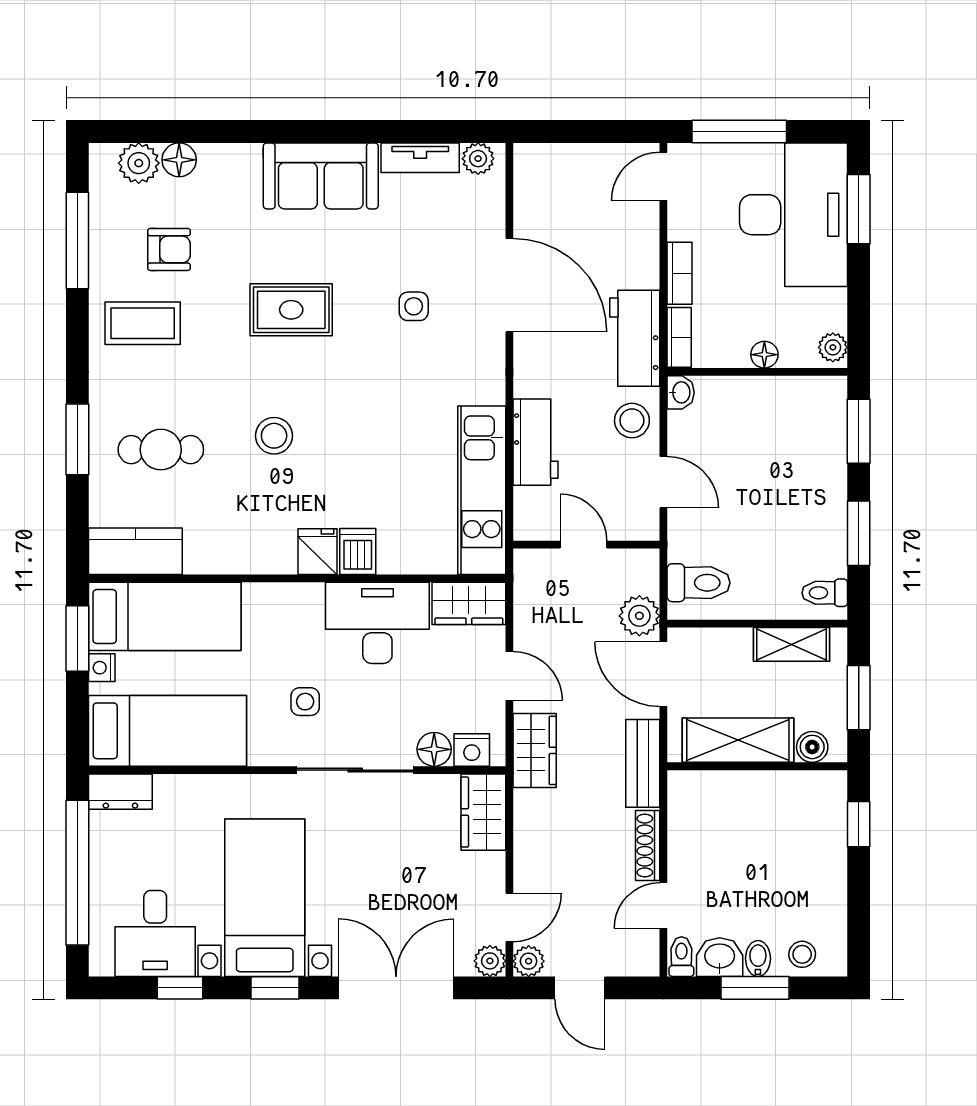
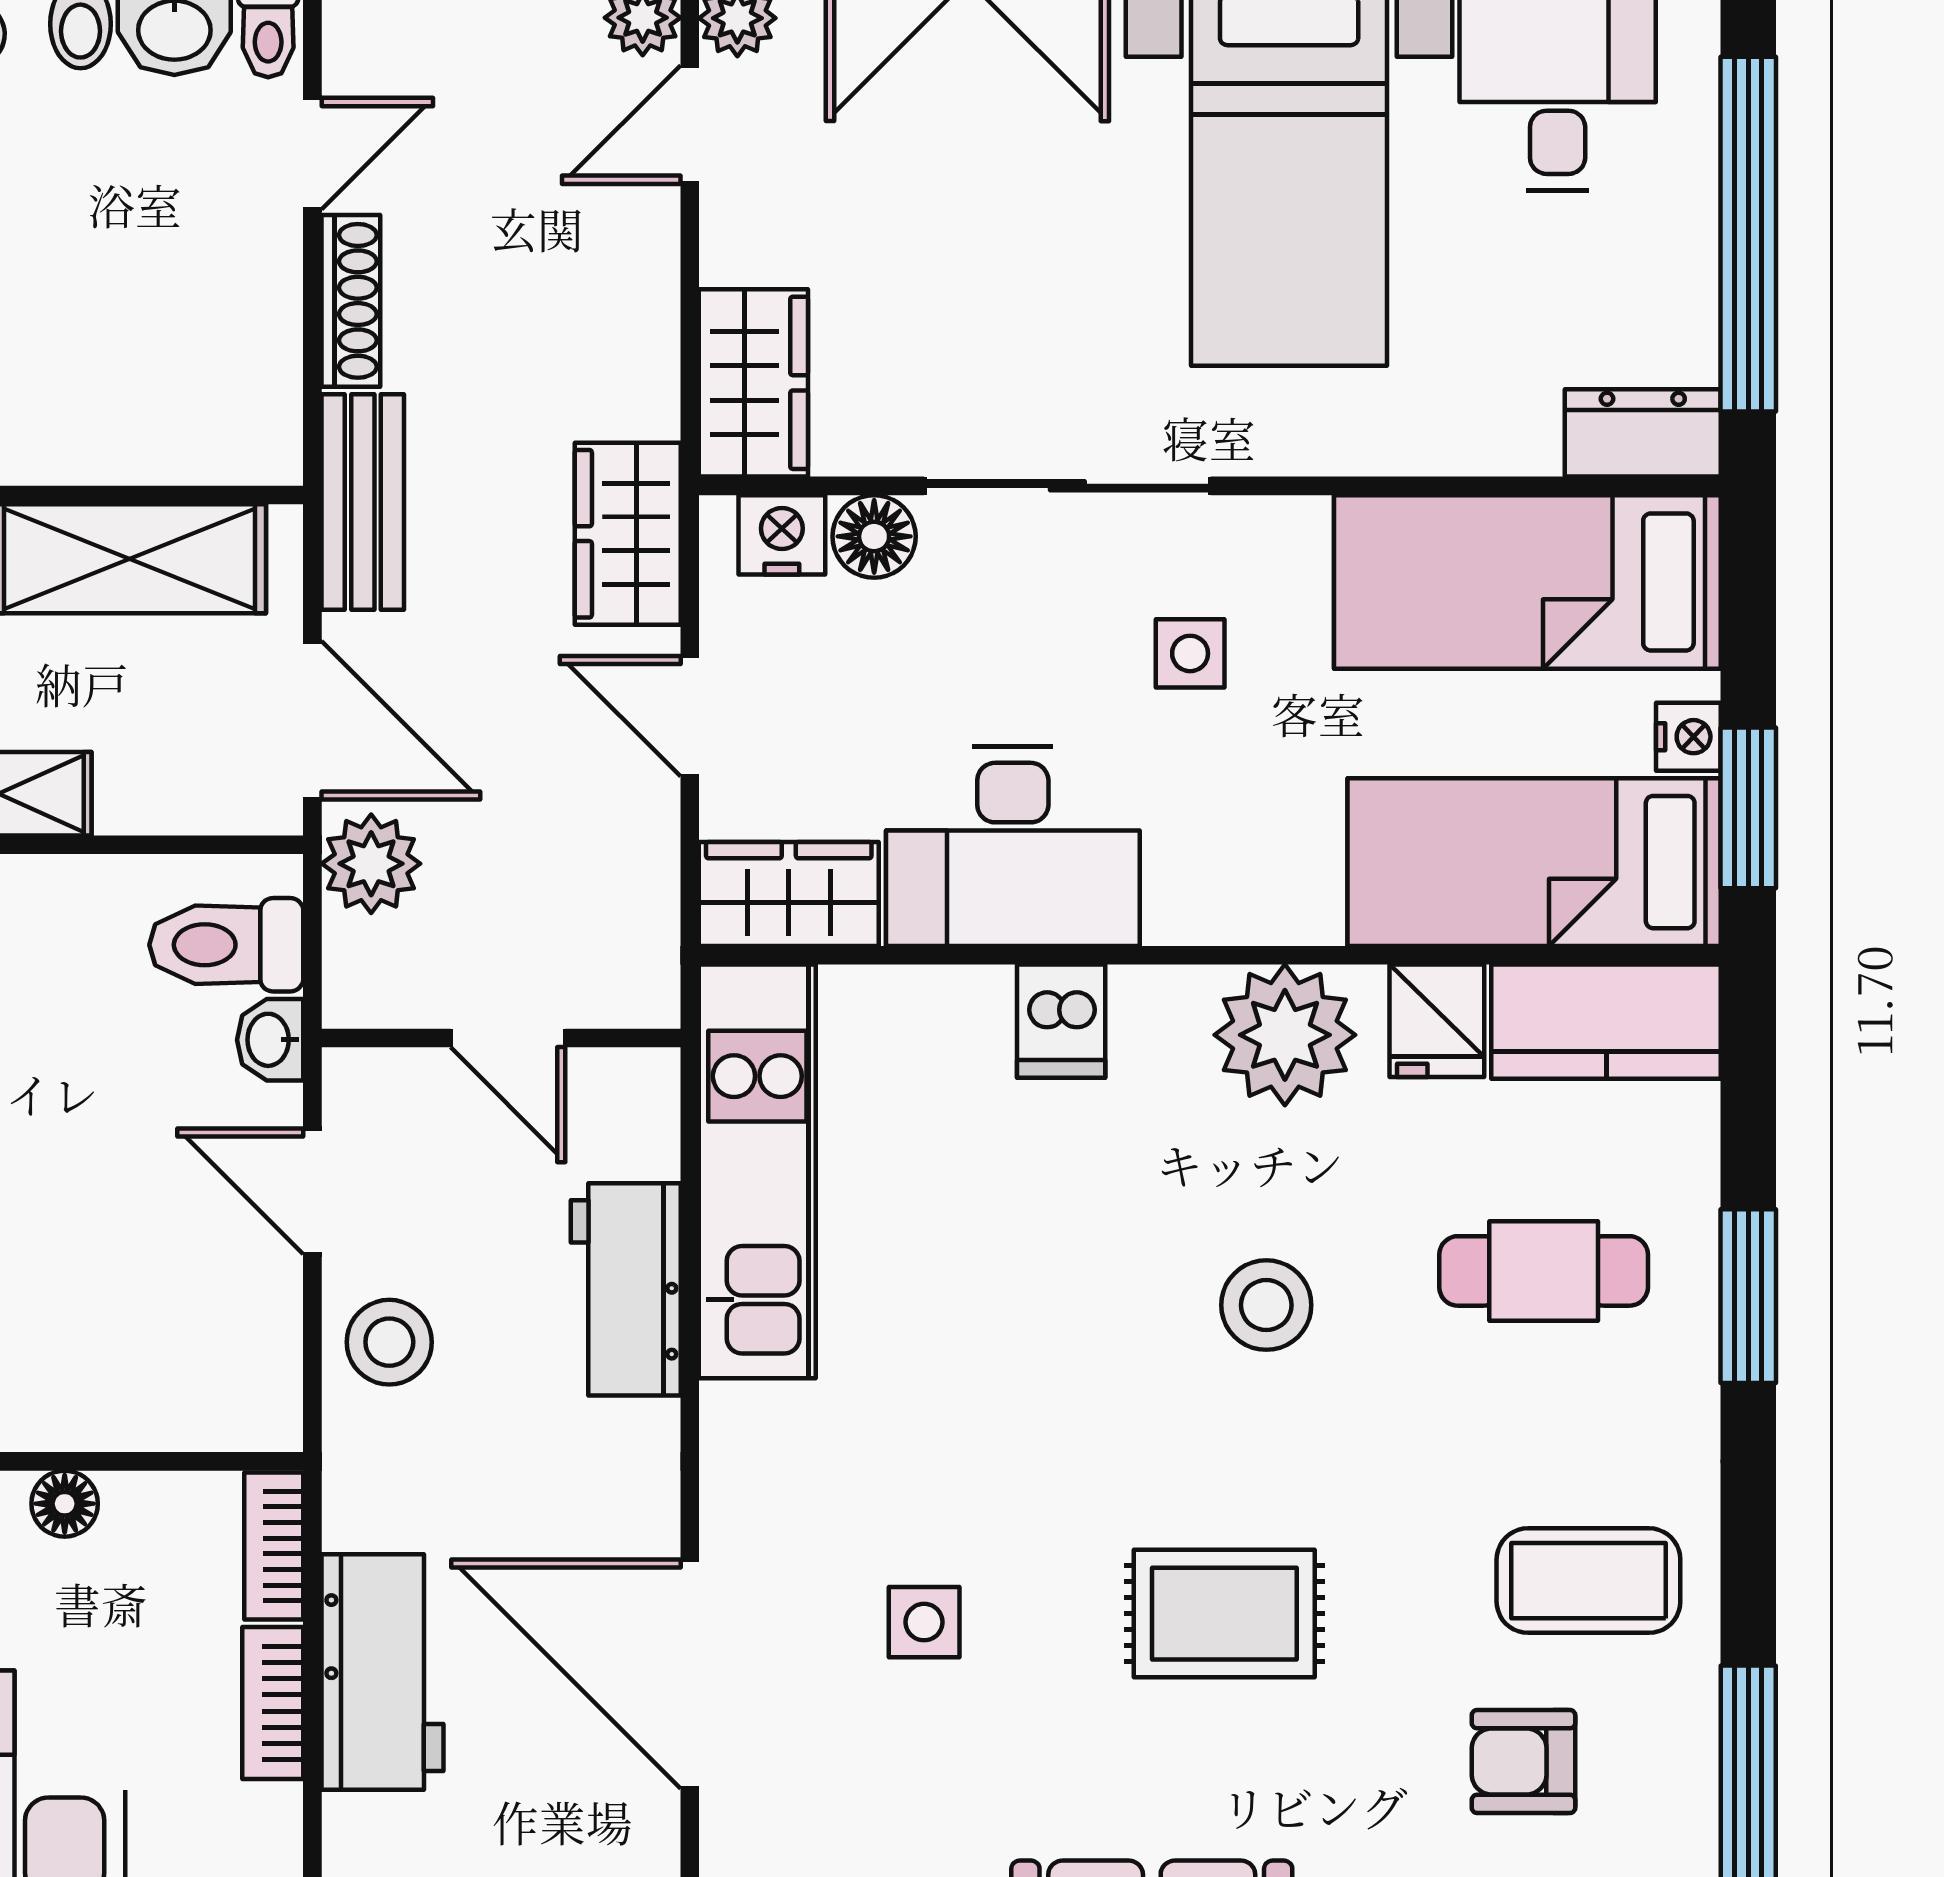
workbench: (635, 338) -> (383, 1672), moved
washbasin: (681, 392) -> (270, 1040), moved
plant: (266, 546) -> (1285, 1035), added
fridge: (317, 552) -> (1437, 1021), moved

